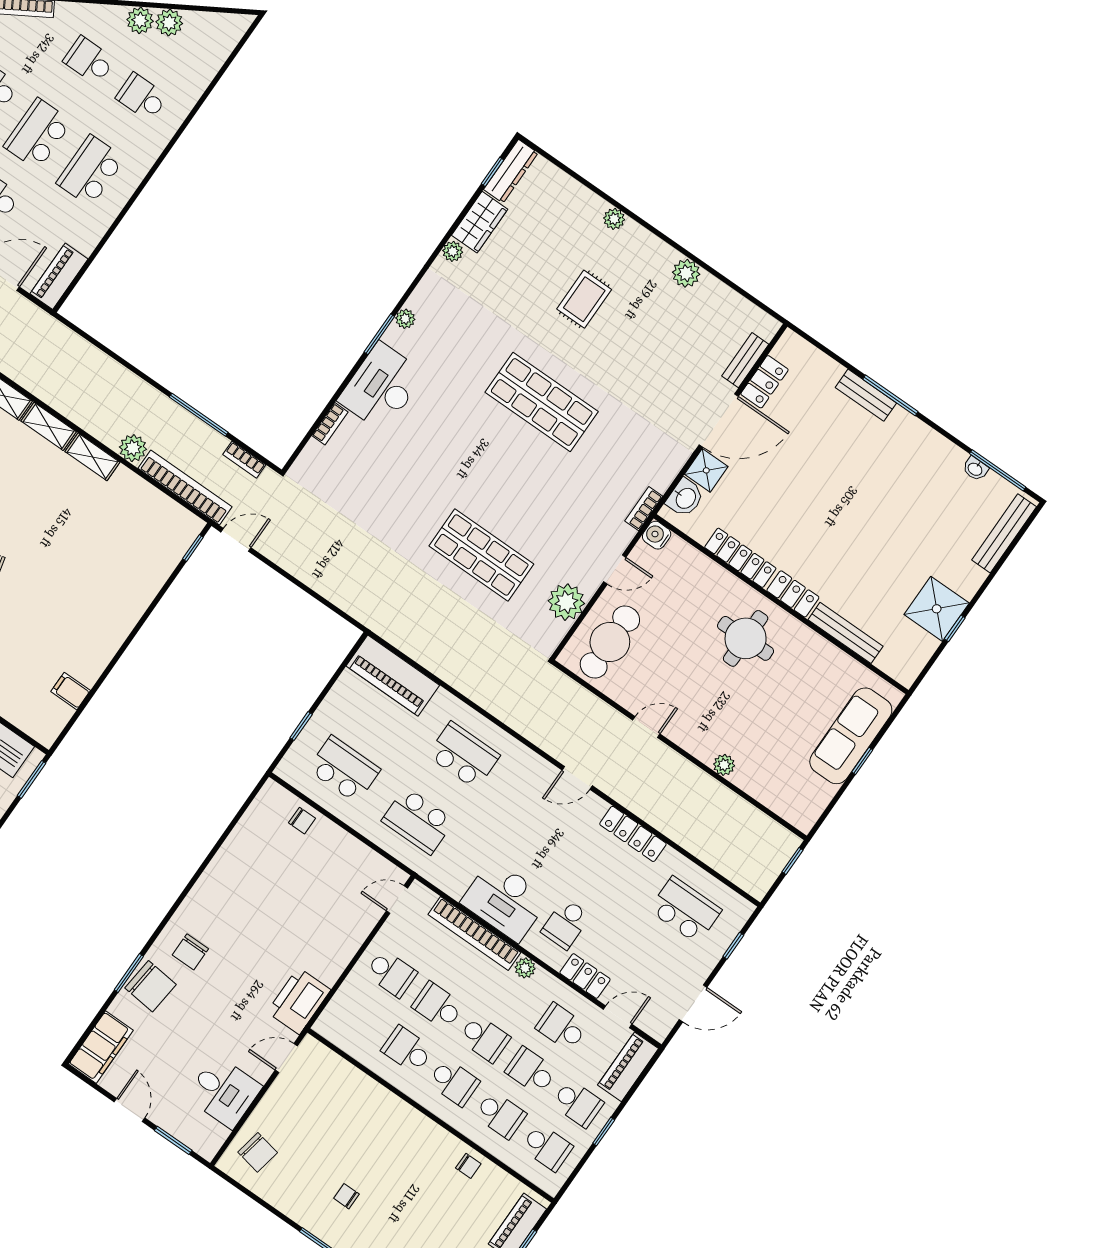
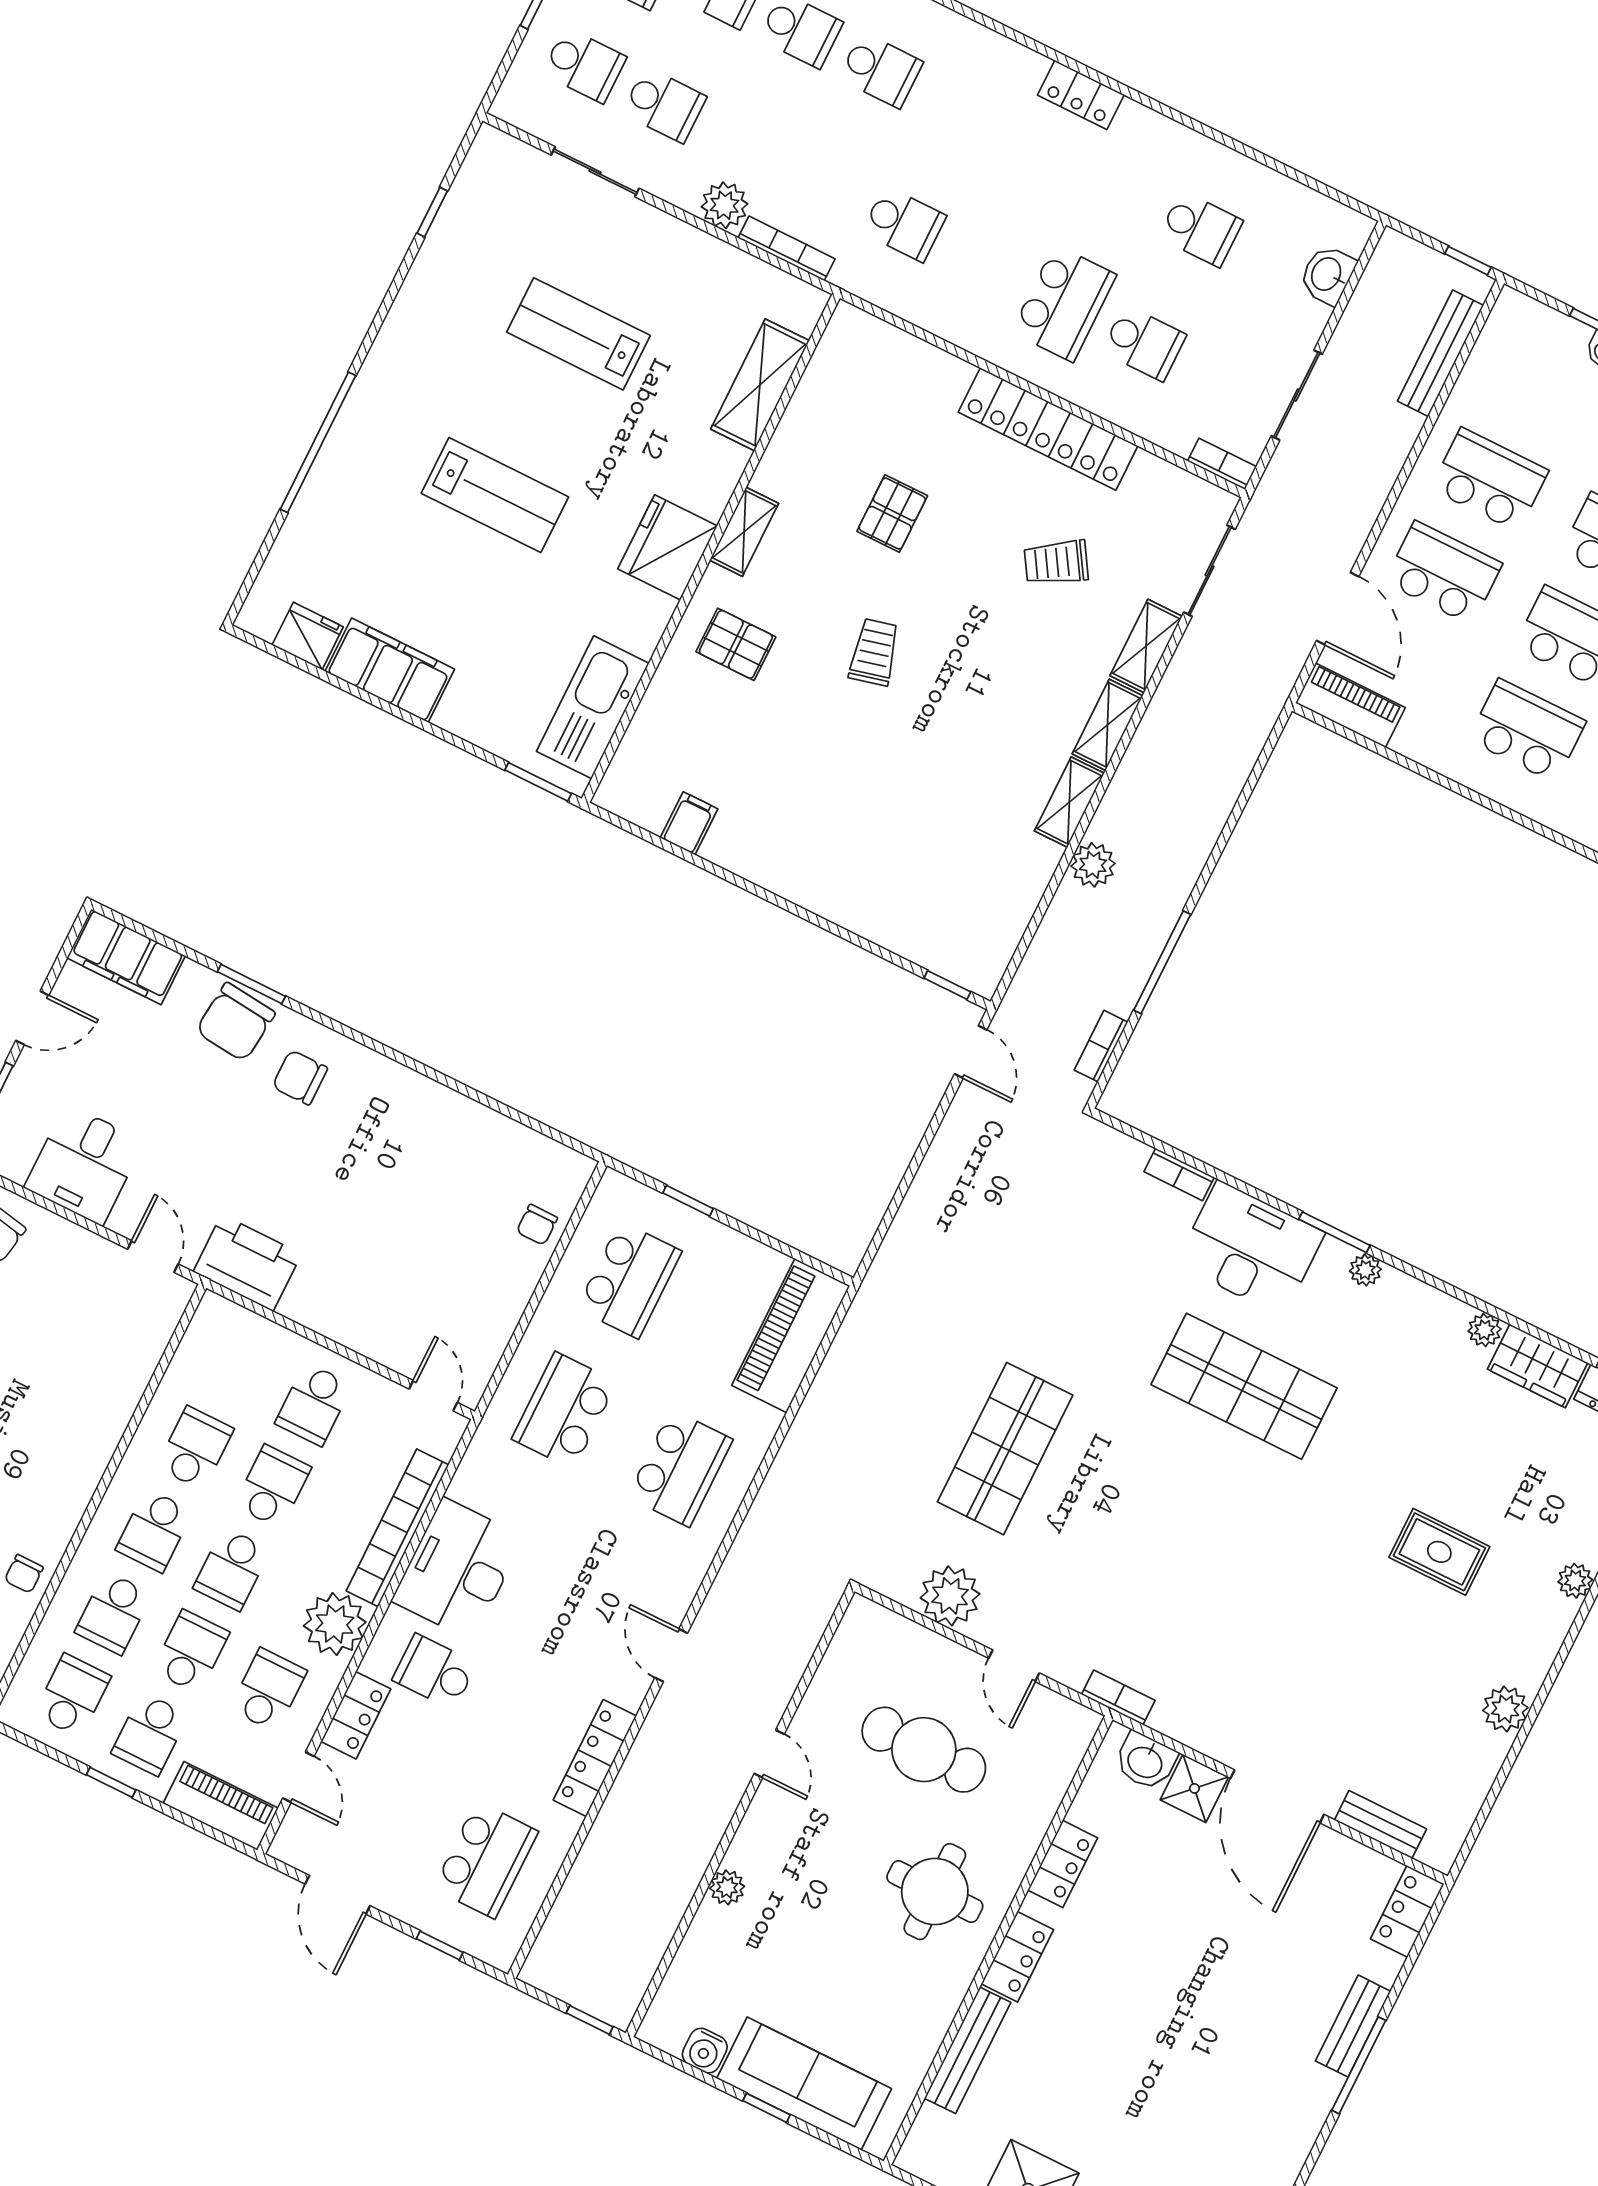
locker: (764, 382) -> (1407, 1911), moved, turned 90
shop shelf: (542, 402) -> (1244, 1386), moved, turned 90
bookcase: (185, 488) -> (1042, 958), removed
water cooler: (657, 535) -> (705, 2051), moved, turned 180
locker: (740, 558) -> (1063, 1864), width x0.66
cafe table: (610, 642) -> (924, 1750), moved
plant: (525, 968) -> (335, 1624), width x1.87, depth x1.87
school desk: (547, 1147) -> (72, 1695), turned 180

